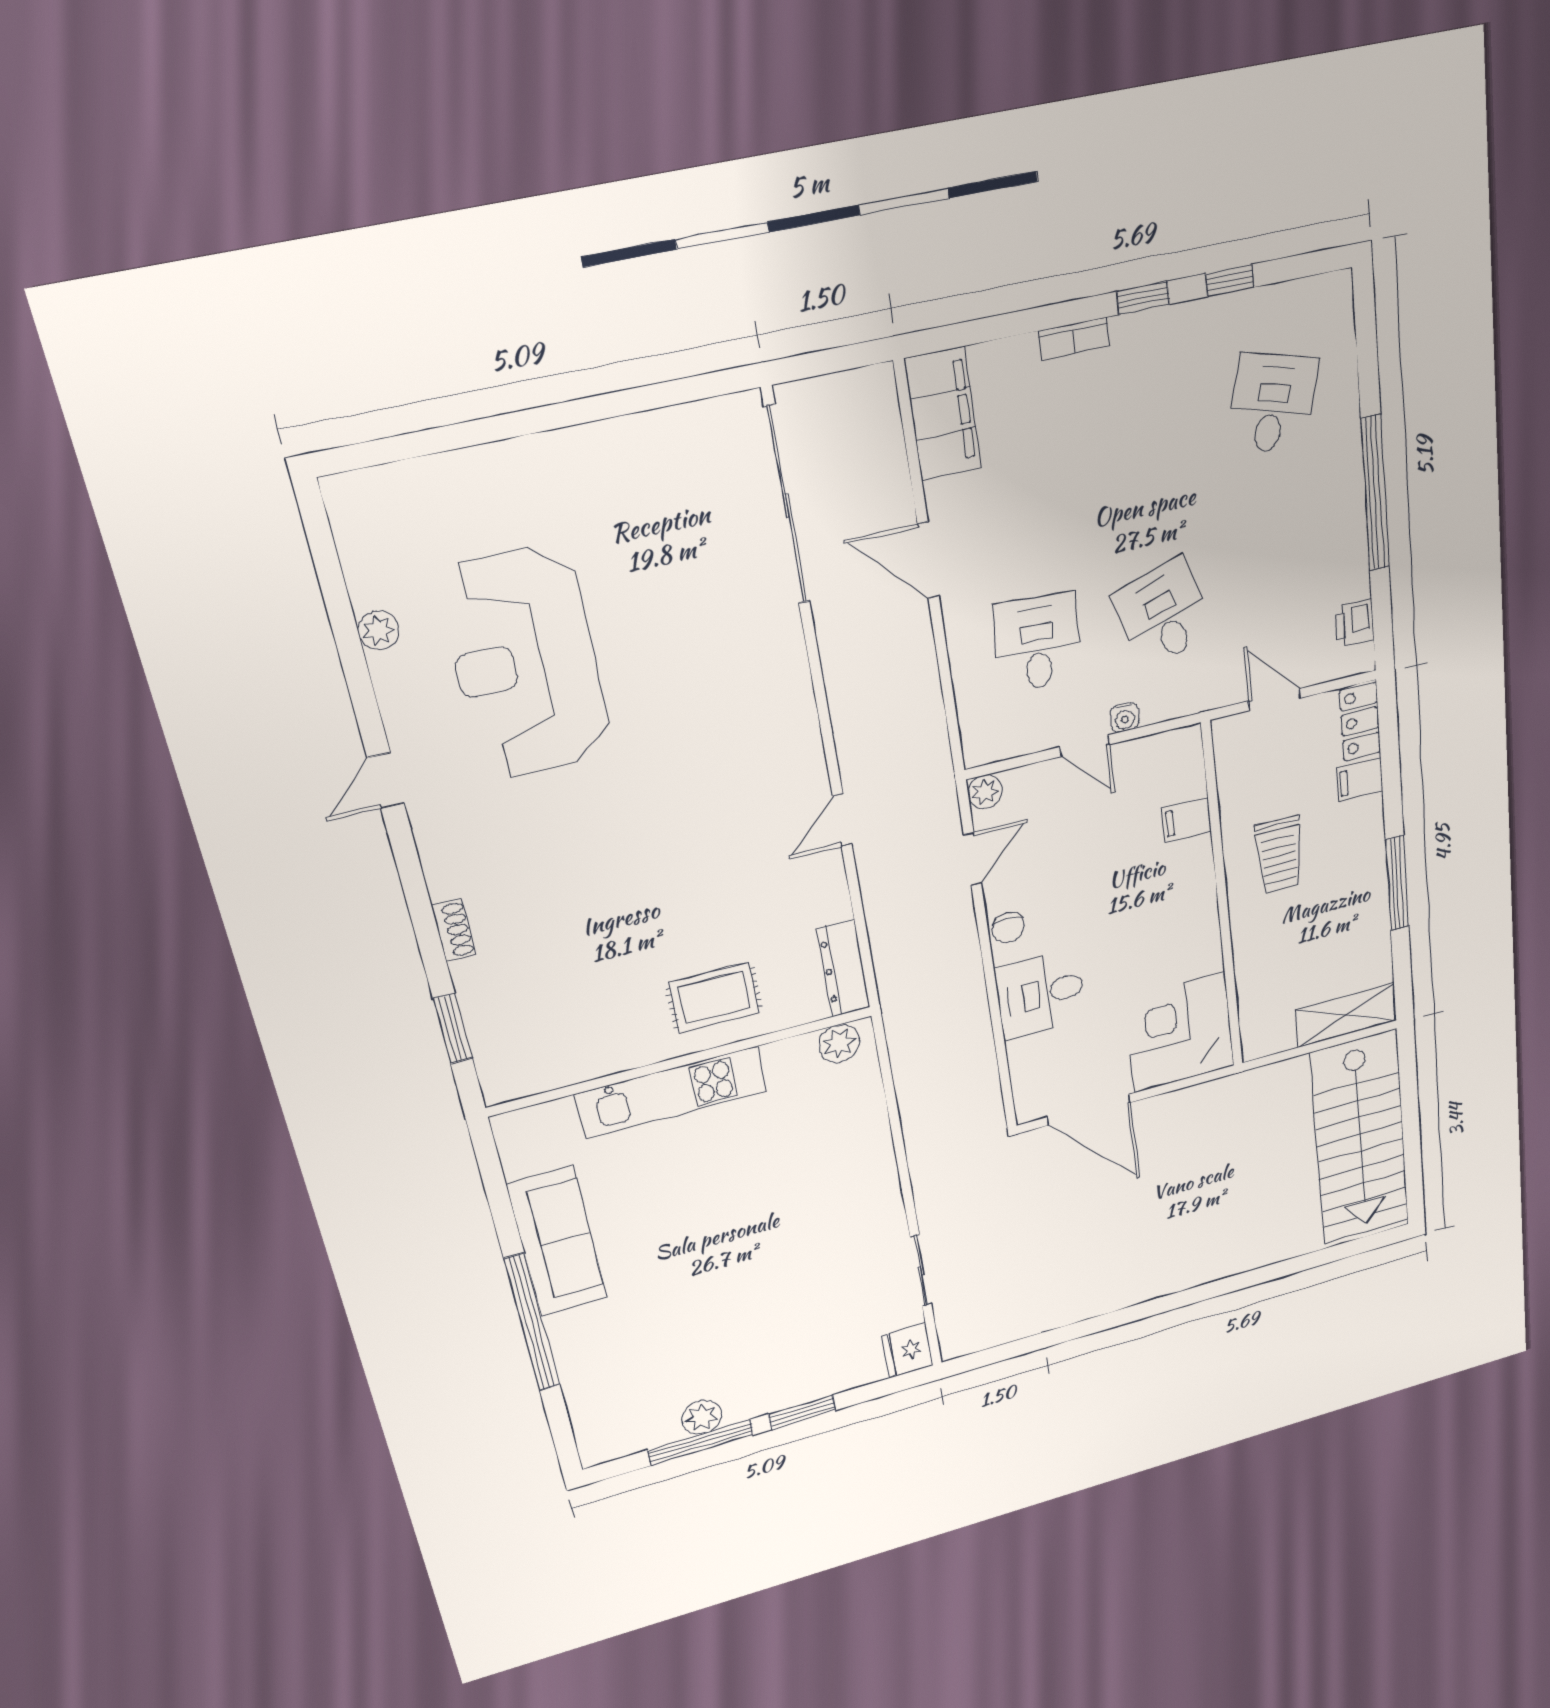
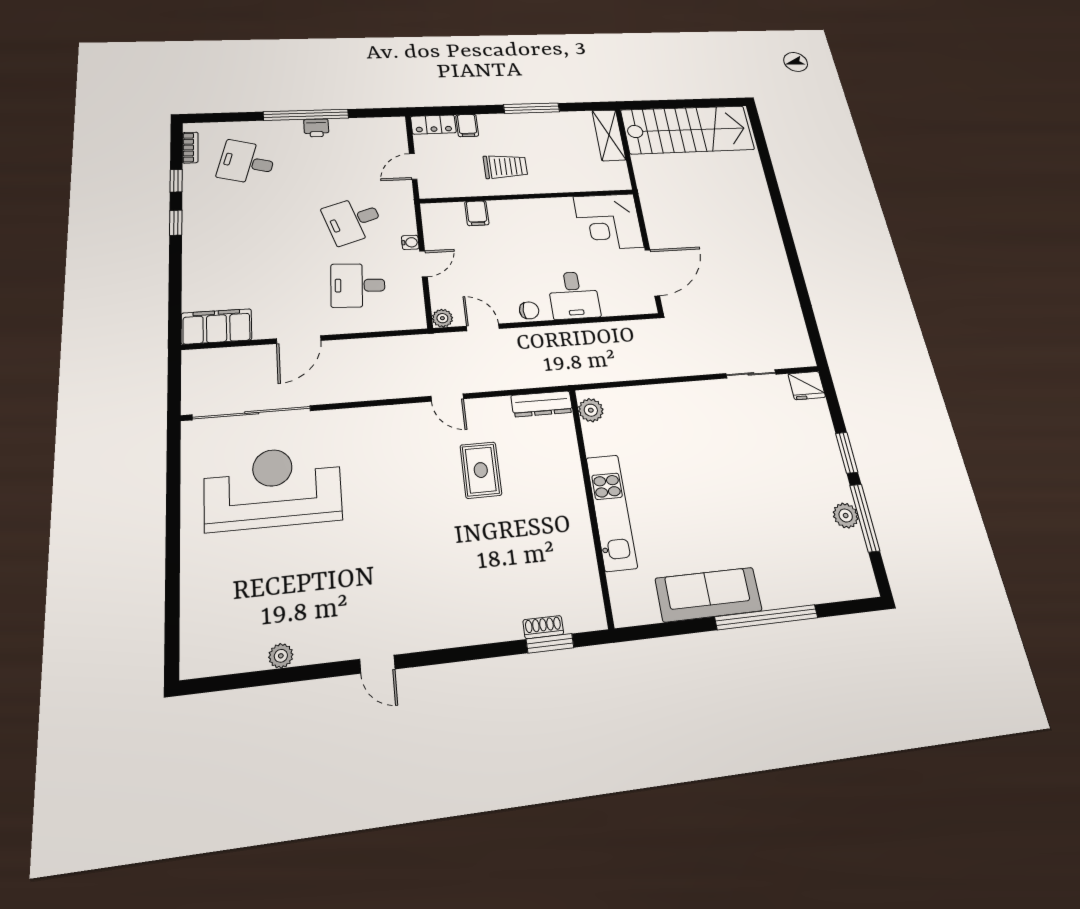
bookcase: (1074, 339) -> (190, 148), moved
printer: (1355, 623) -> (316, 128), moved
reception desk: (526, 663) -> (273, 488), moved, turned 180
shoe rack: (454, 930) -> (543, 627), moved
rug: (714, 997) -> (481, 470), moved

